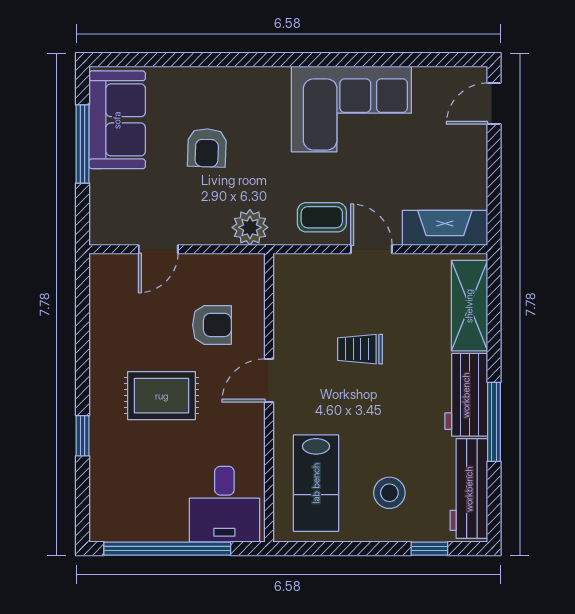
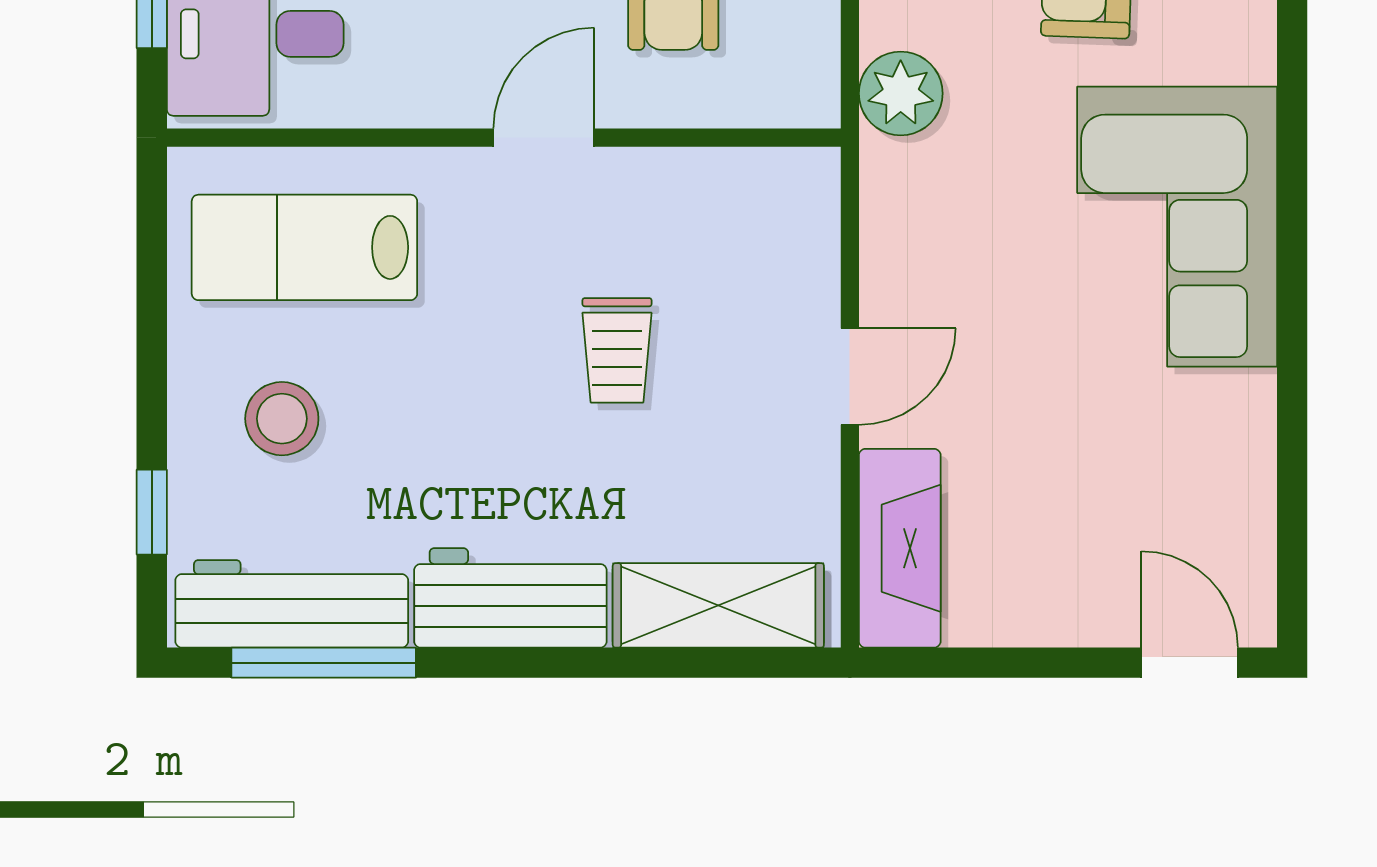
corner sofa: (351, 109) -> (1177, 227), moved
coffee table: (322, 217) -> (925, 261), removed
trolley: (360, 349) -> (617, 350), turned 180
door: (269, 380) -> (544, 138), hinge flipped
window: (494, 422) -> (324, 663), moved

